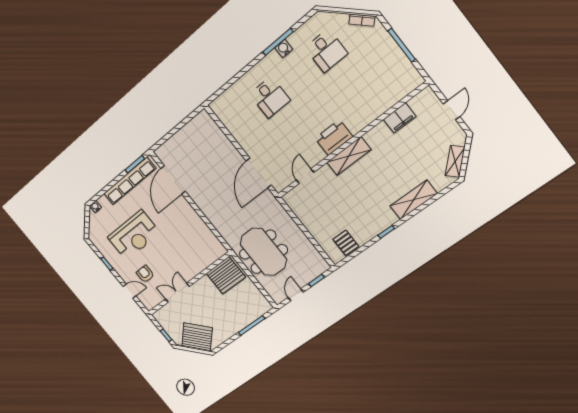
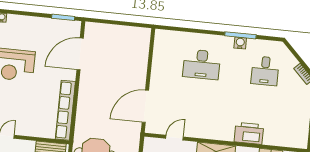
desk: (270, 97) -> (202, 64), width x1.37
printer: (334, 137) -> (249, 133), moved
row of seats: (130, 181) -> (65, 110), moved, turned 90

